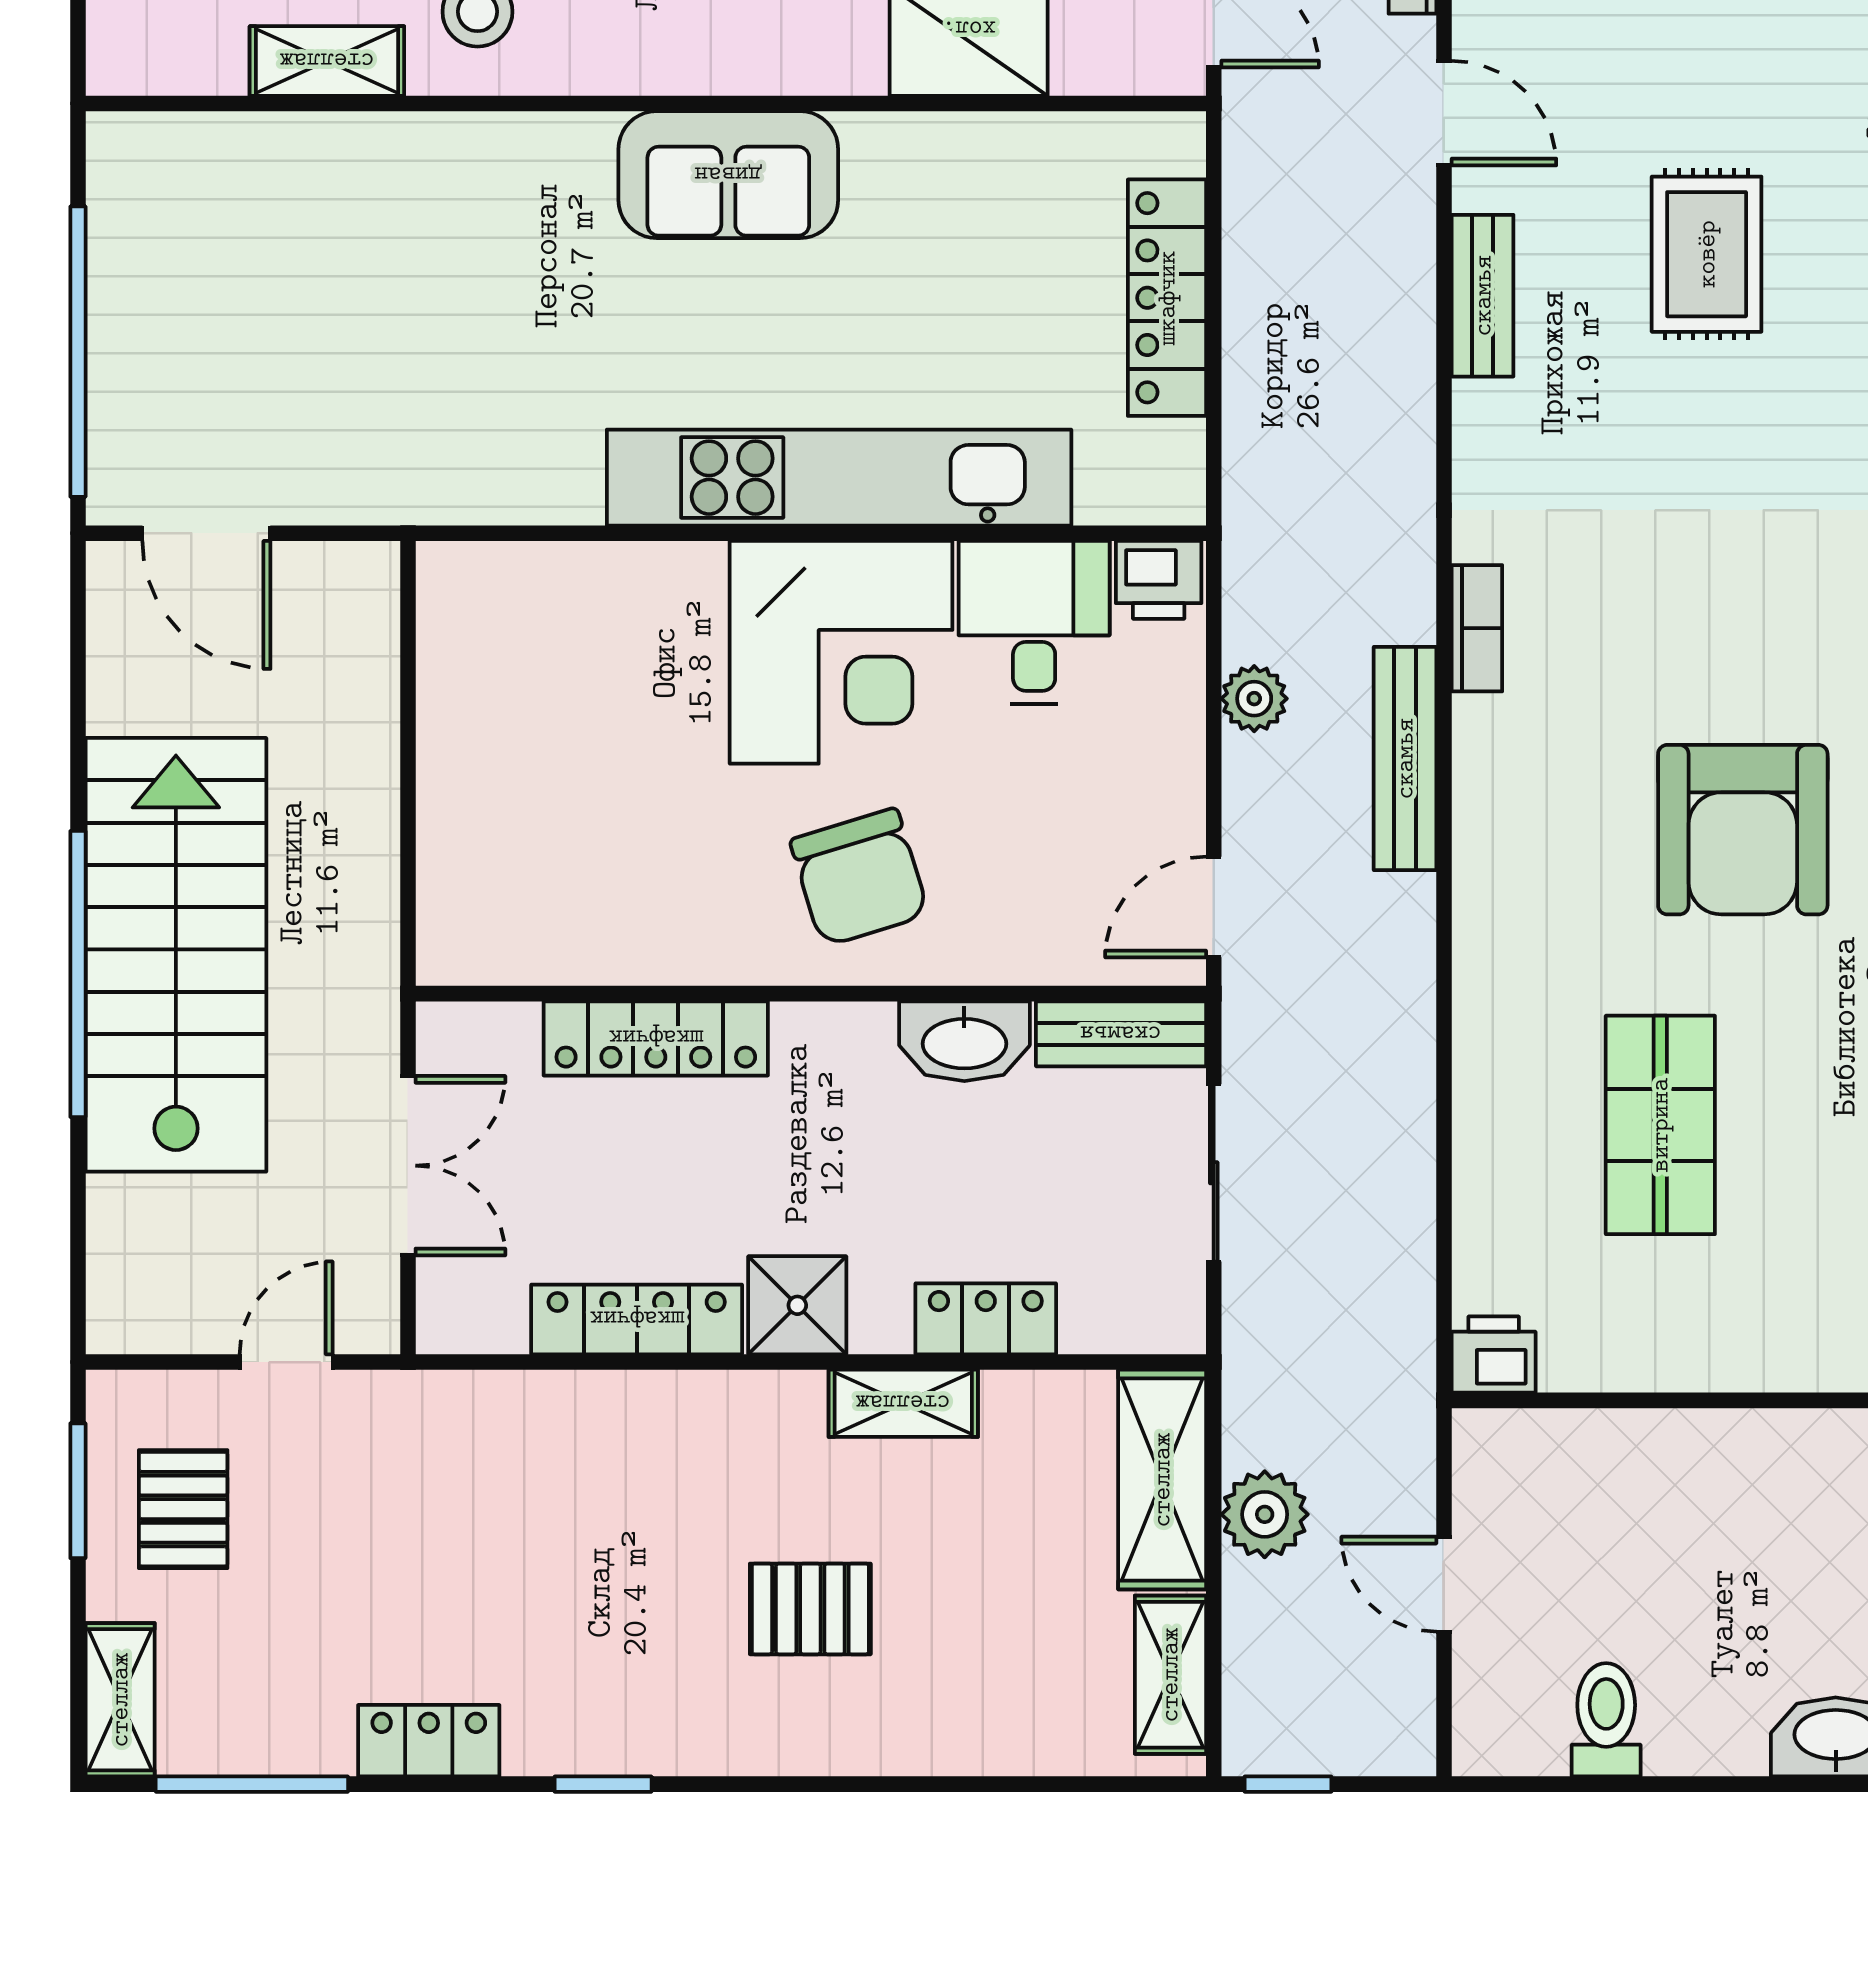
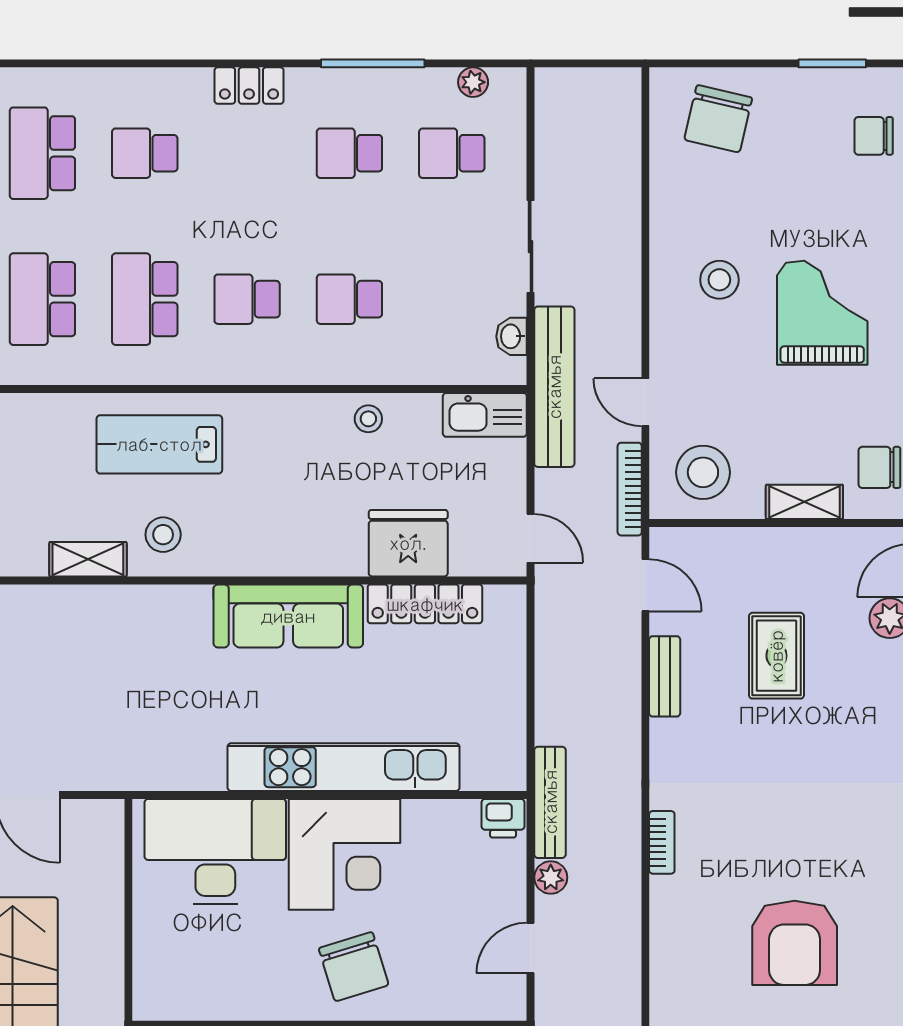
sofa: (728, 175) -> (288, 616), width x1.36
locker: (1167, 298) -> (425, 604), moved, turned -90
desk: (1034, 622) -> (215, 852), moved, width x1.87, depth x1.30
bench: (1405, 759) -> (550, 802), moved
door: (1214, 907) -> (531, 948), moved

